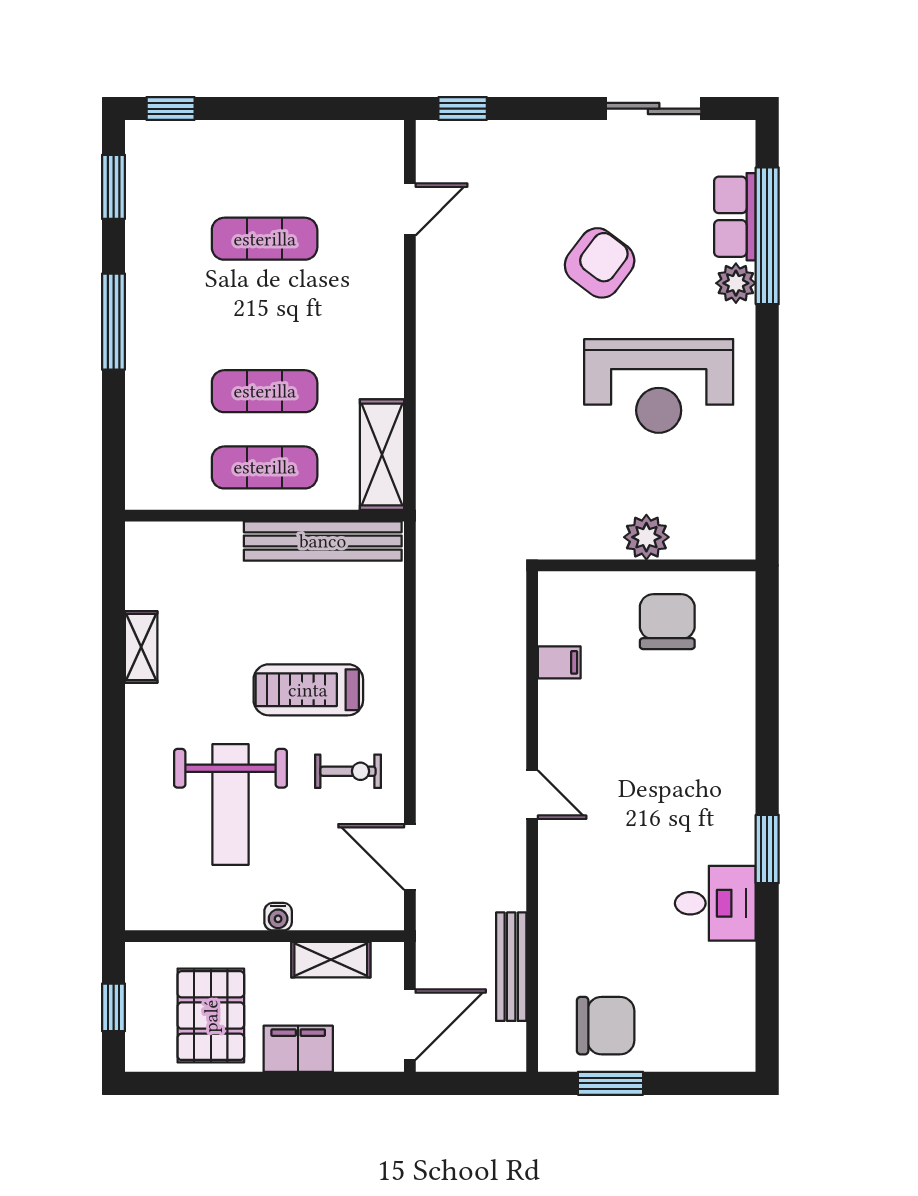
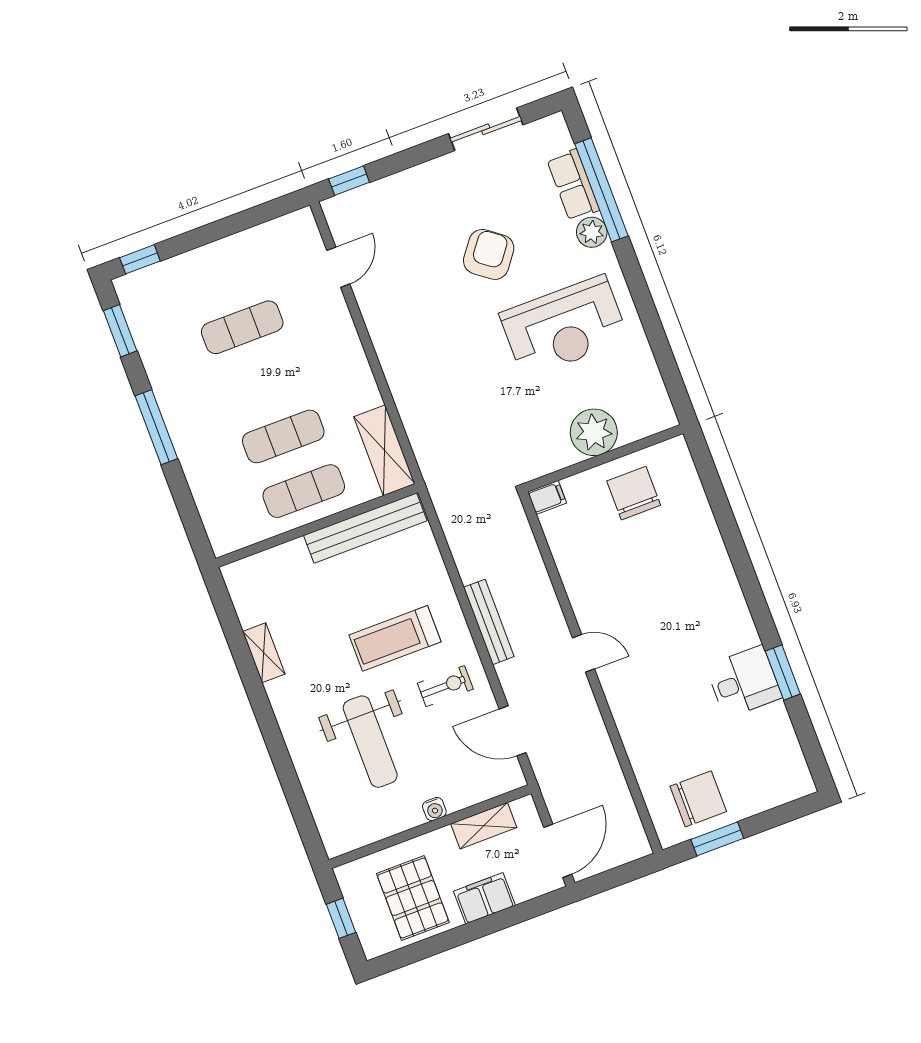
plant: (646, 537) -> (594, 432), width x1.36, depth x1.36
filing cabinet: (559, 662) -> (547, 497), moved
window: (767, 849) -> (783, 673), moved
bench: (511, 967) -> (489, 622), moved

